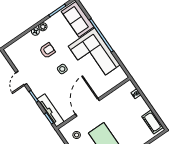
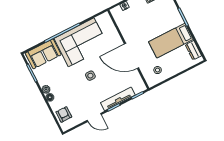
armchair: (47, 50) -> (64, 114), moved
tv unit: (50, 110) -> (118, 99), moved

